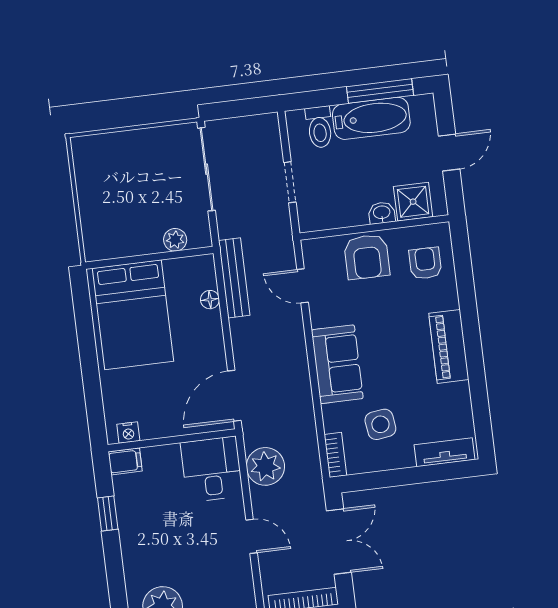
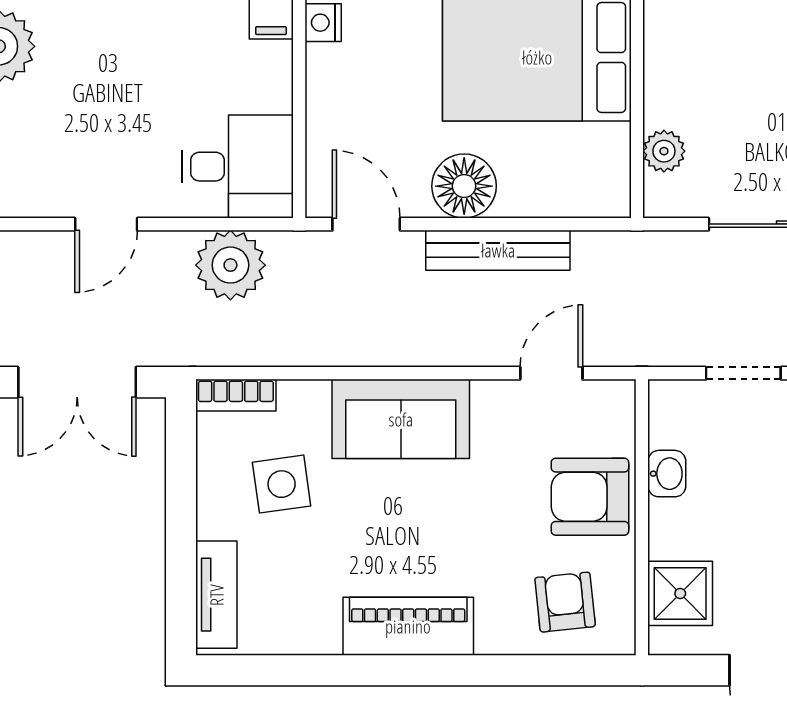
washbasin: (382, 213) -> (667, 474), moved
armchair: (425, 263) -> (565, 602), turned -96
bench: (234, 278) -> (498, 250), moved
floor lamp: (210, 300) -> (464, 186), moved, width x1.89, depth x1.89
door: (234, 396) -> (366, 224), width x0.73

